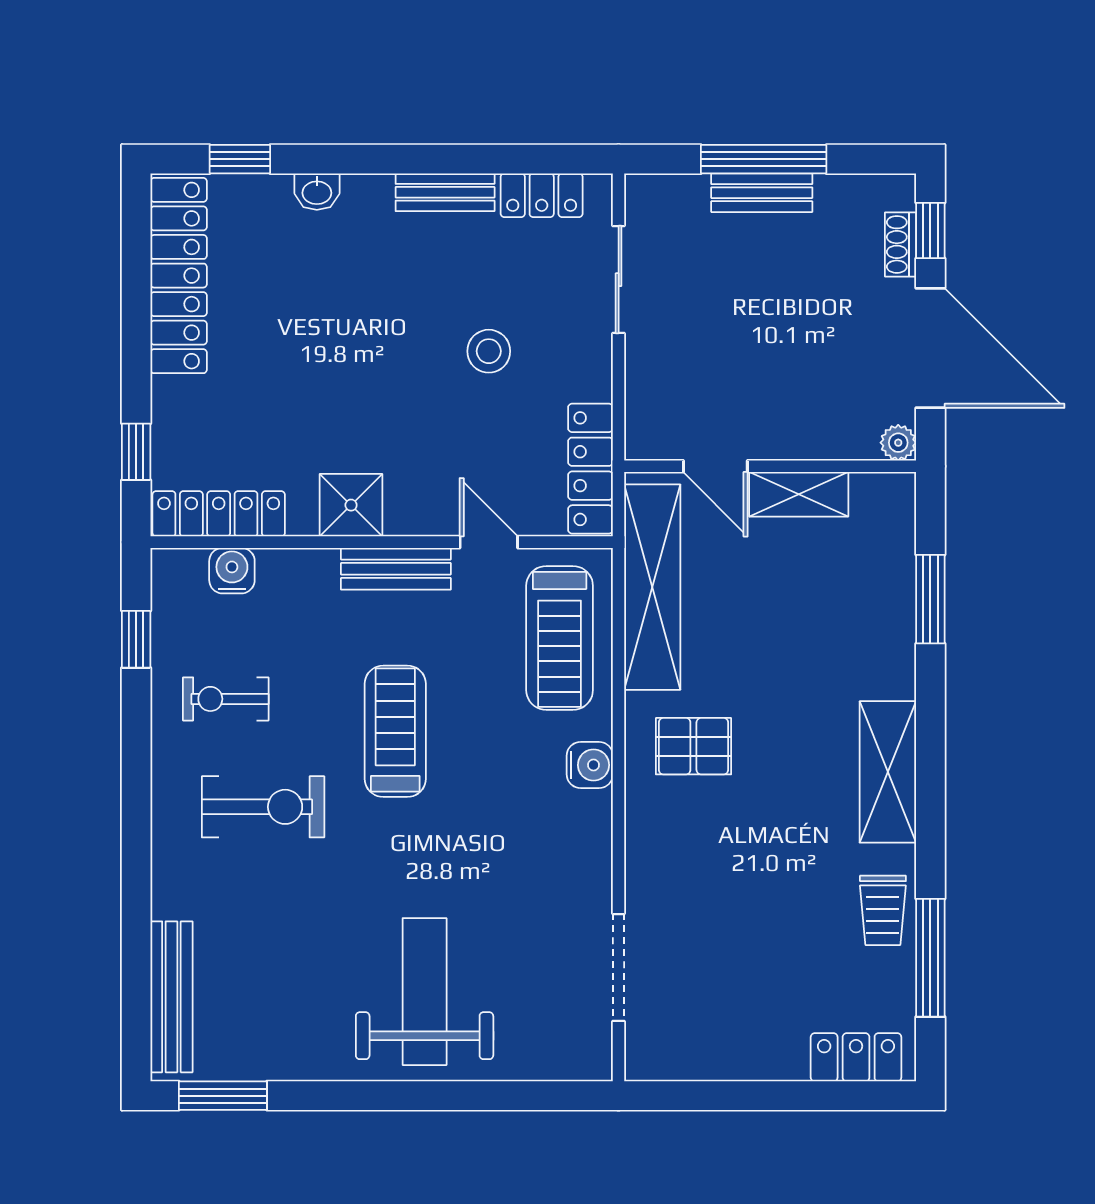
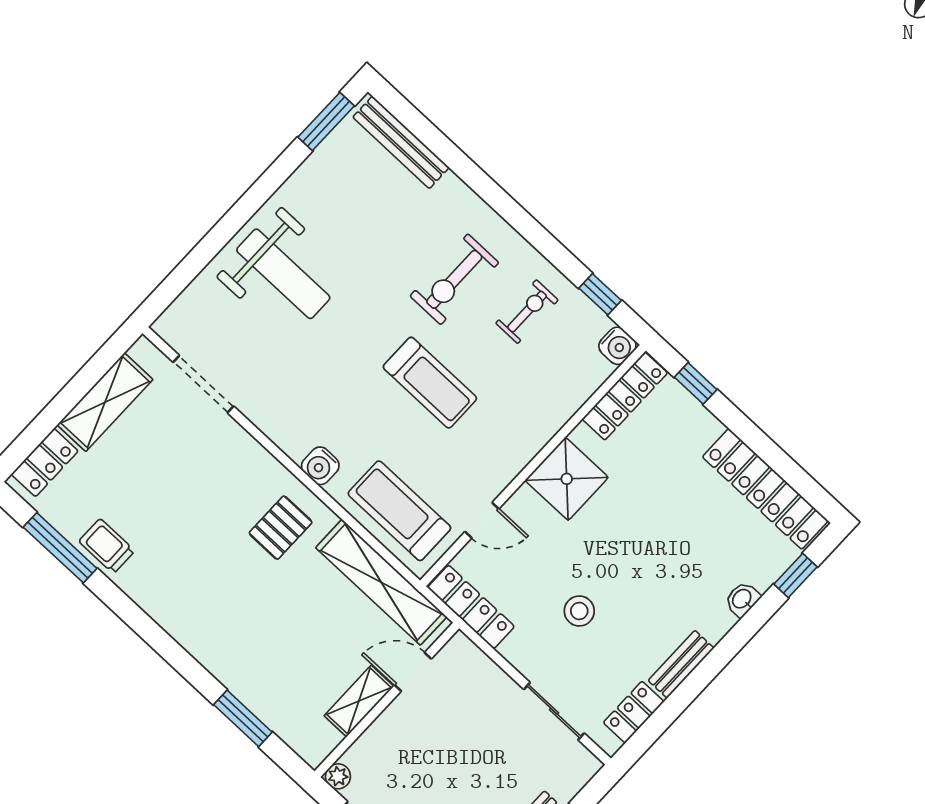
shower: (351, 505) -> (567, 479), width x1.36, depth x1.36
bench: (396, 569) -> (512, 460), removed
water cooler: (232, 571) -> (617, 346), moved
shelving: (888, 772) -> (105, 402), moved, turned 90

